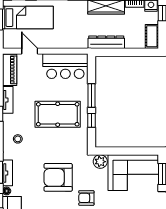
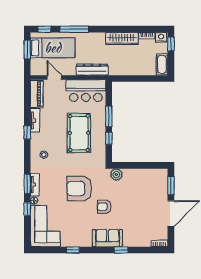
dresser: (106, 42) -> (92, 70), moved
pool table: (58, 114) -> (79, 133), turned 90
corner sofa: (133, 173) -> (145, 184), removed

